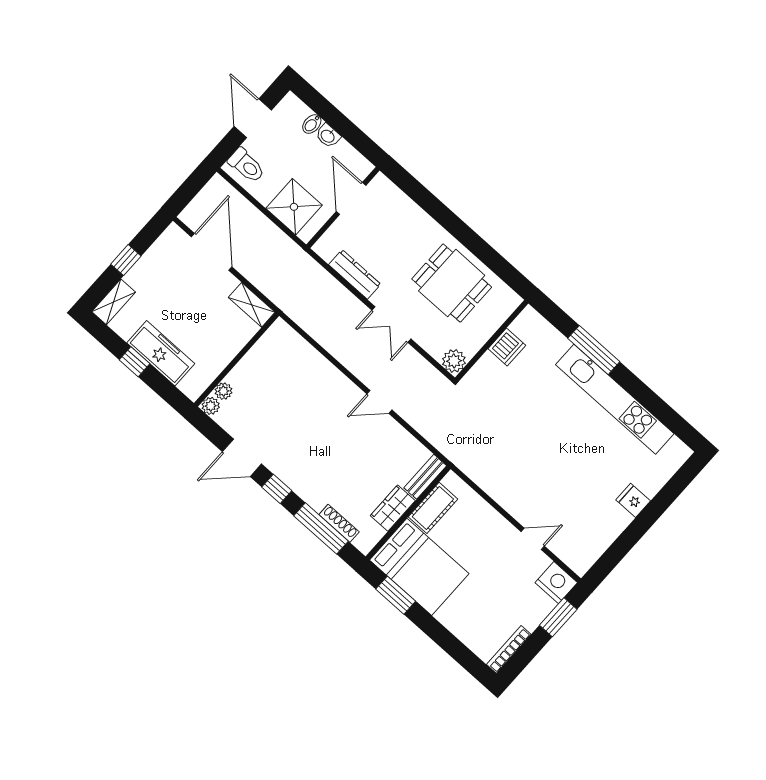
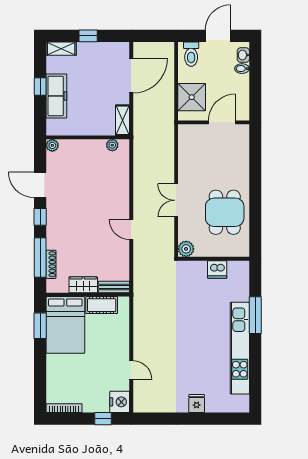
washbasin: (328, 136) -> (243, 55), moved
dresser: (355, 274) -> (185, 159), removed
plant: (223, 391) -> (112, 145), moved
window: (558, 617) -> (103, 419), width x0.67

